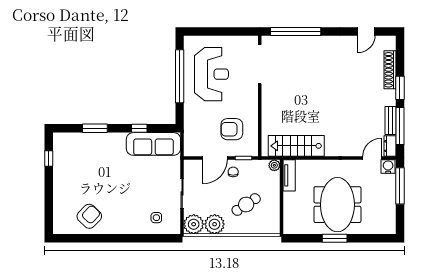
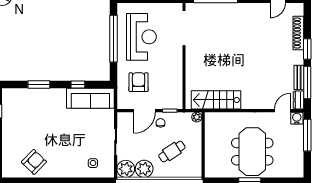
armchair: (232, 129) -> (139, 82), moved, turned 90
tv unit: (289, 175) -> (210, 126), removed

